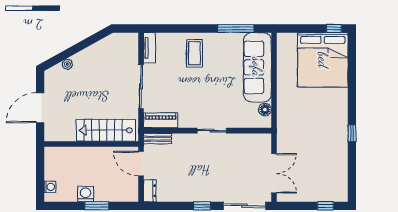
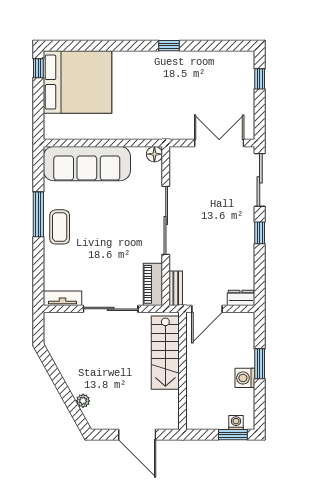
window: (236, 28) -> (38, 214), moved
coffee table: (194, 53) -> (60, 227), moved, turned 90
floor lamp: (265, 110) -> (154, 154), moved
sliding door: (212, 131) -> (166, 220), width x1.86
window: (40, 184) -> (233, 435), added

